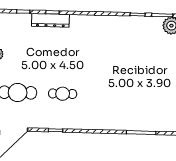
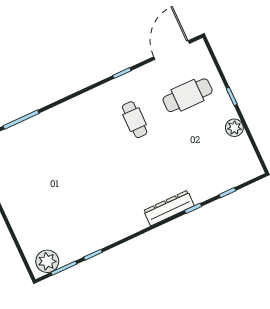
dresser: (50, 20) -> (169, 208), moved
cafe table: (63, 94) -> (135, 120), turned 90

